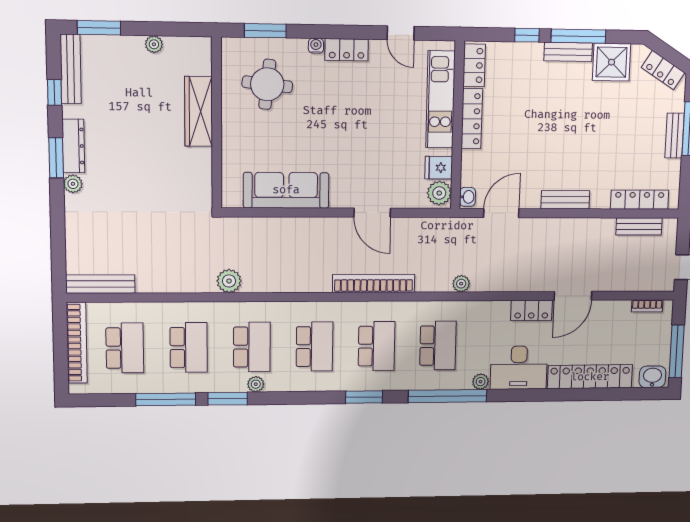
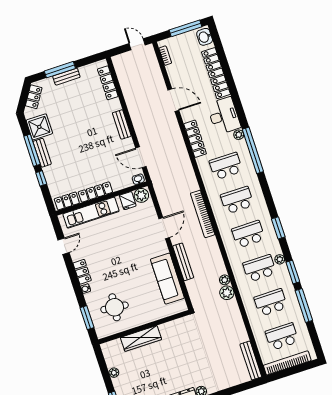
bench: (639, 226) -> (183, 262), moved, width x1.36
plant: (461, 284) -> (225, 280), moved
locker: (531, 310) -> (195, 139), moved, width x1.53
window: (364, 397) -> (278, 228), moved

